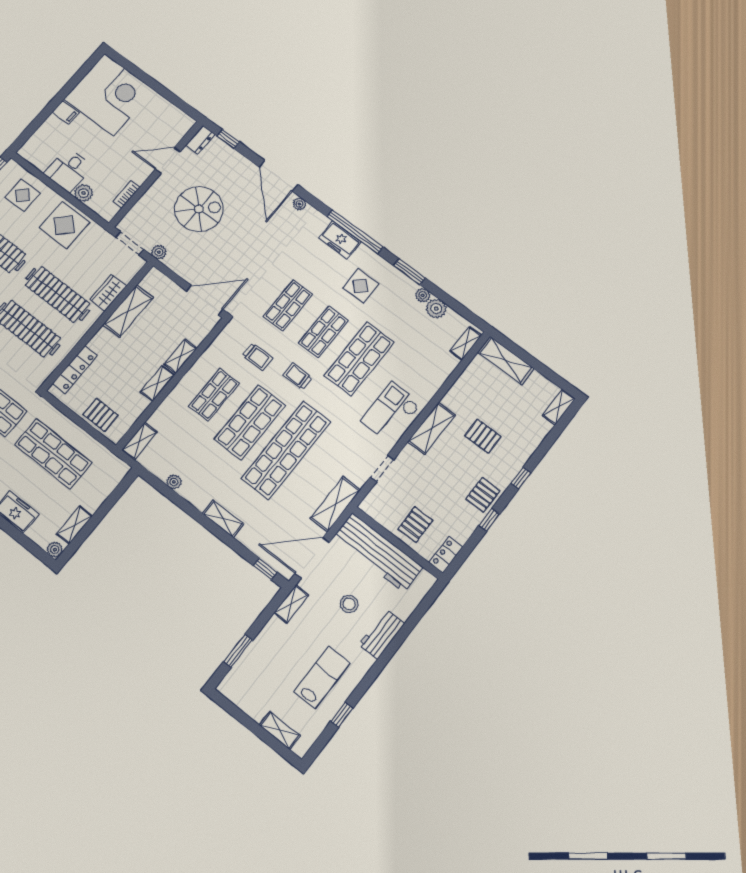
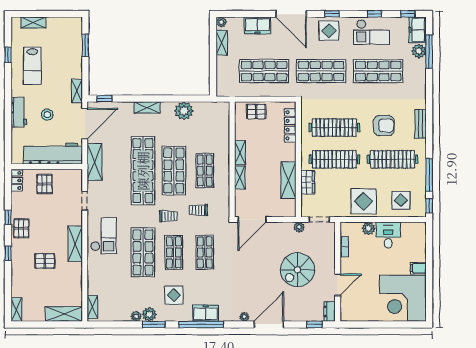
door: (279, 176) -> (269, 324), hinge flipped
plant: (436, 309) -> (149, 314), moved
shelving: (140, 441) -> (224, 114), removed
plant: (174, 482) -> (184, 111), width x1.87, depth x1.87

